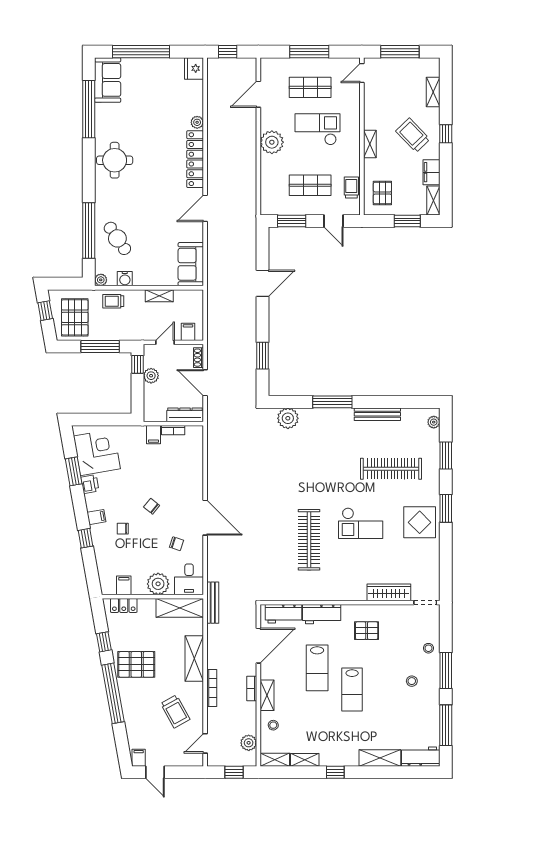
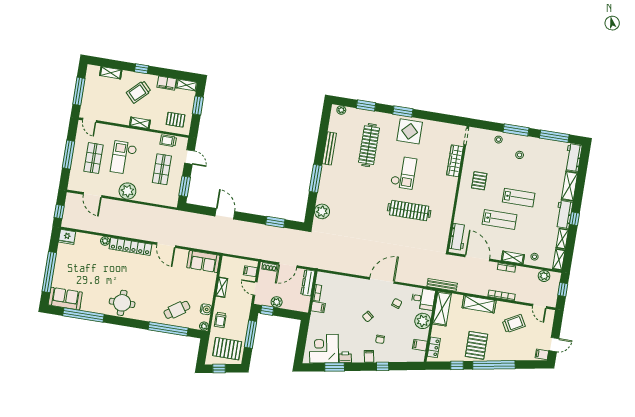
door: (334, 221) -> (189, 157), hinge flipped
workbench: (322, 614) -> (564, 214), moved, turned 180

